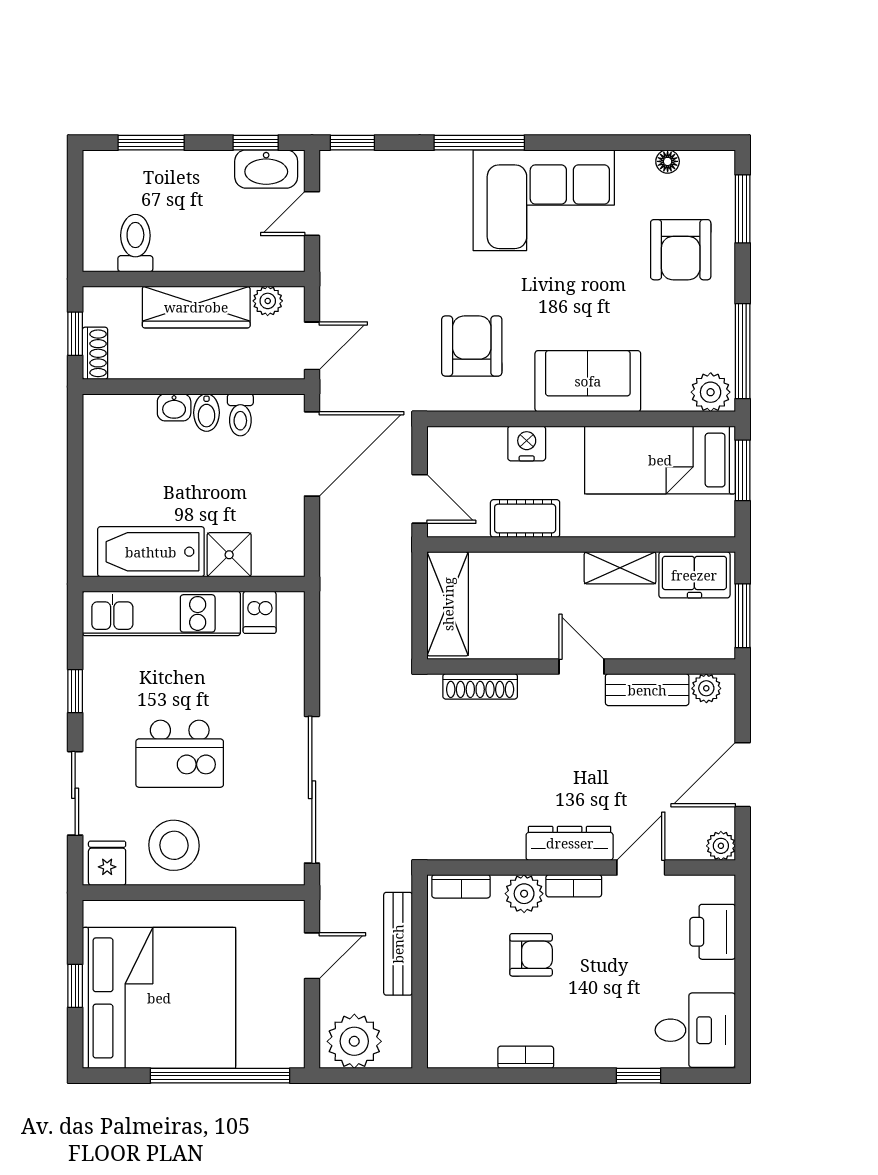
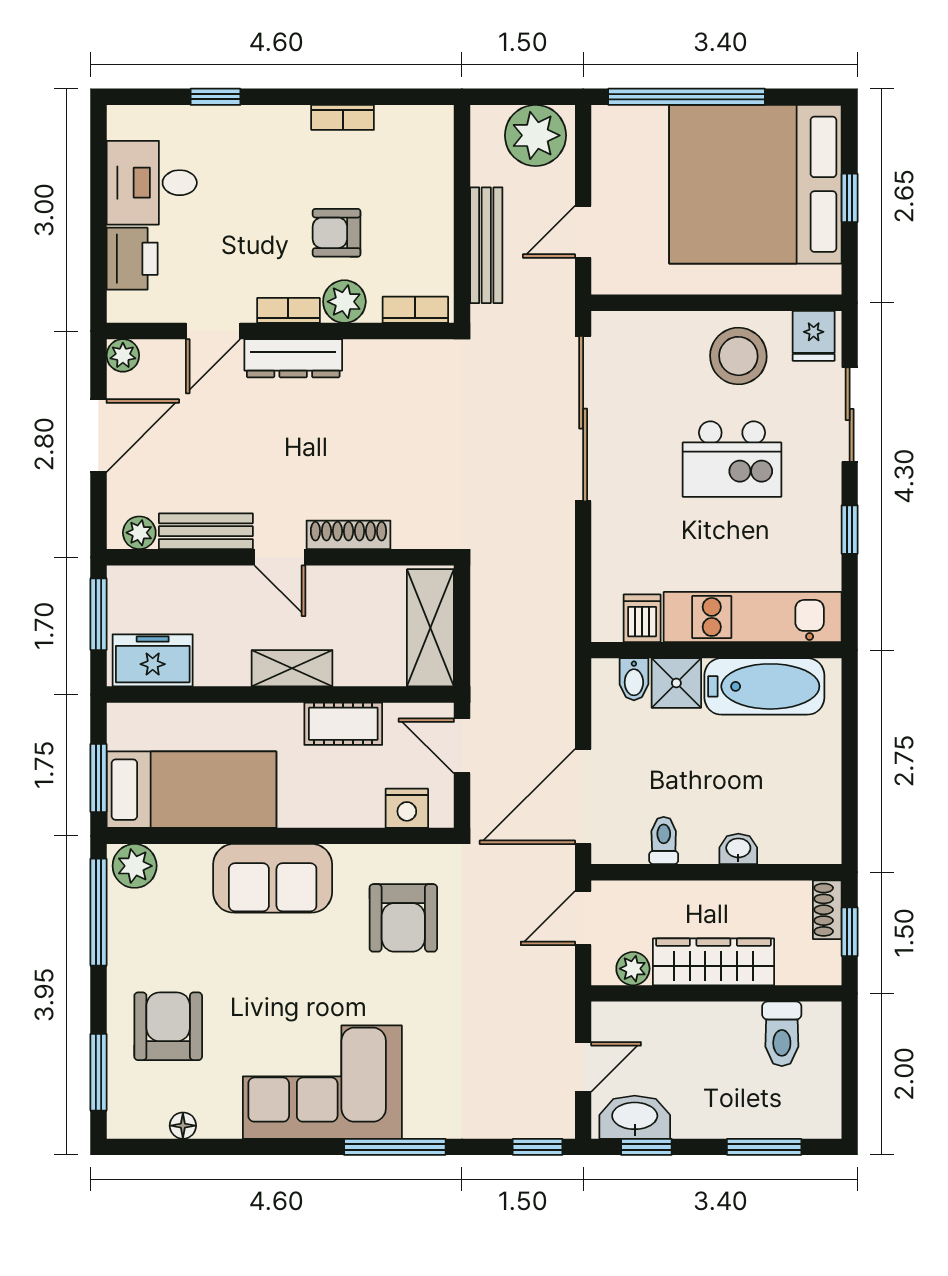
bidet: (207, 413) -> (634, 679), moved, turned 180
nightstand: (527, 443) -> (407, 808), moved
shelving: (620, 568) -> (292, 668), moved
shoe rack: (480, 686) -> (348, 535), moved
kitchen island: (180, 754) -> (732, 459), turned 180
desk: (695, 1030) -> (152, 183), moved

